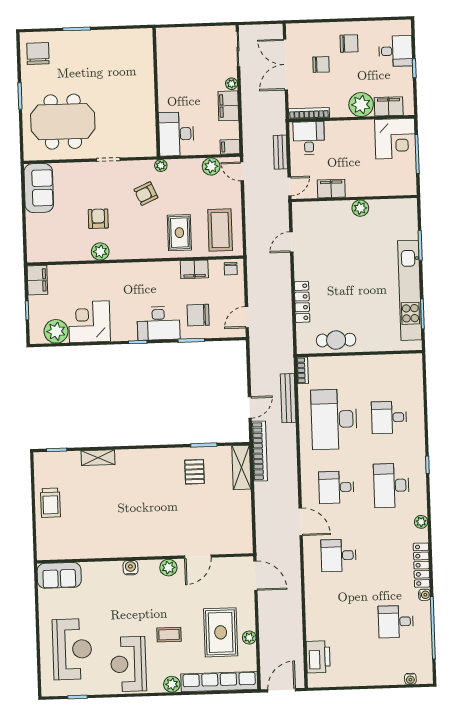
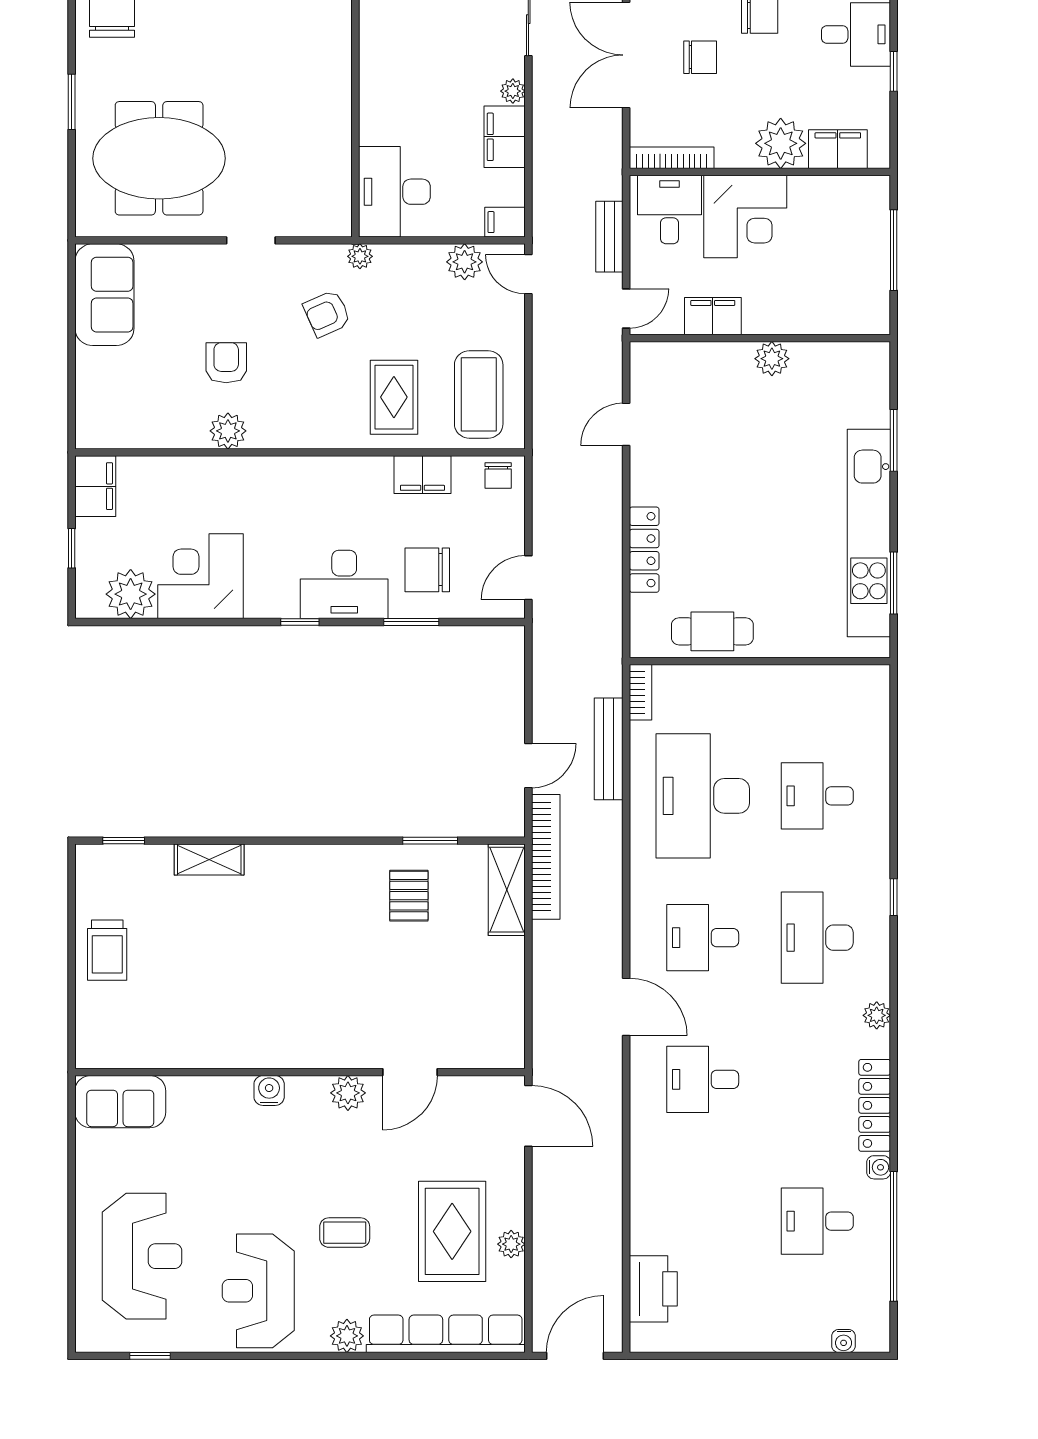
corner desk: (395, 139) -> (745, 217), moved

